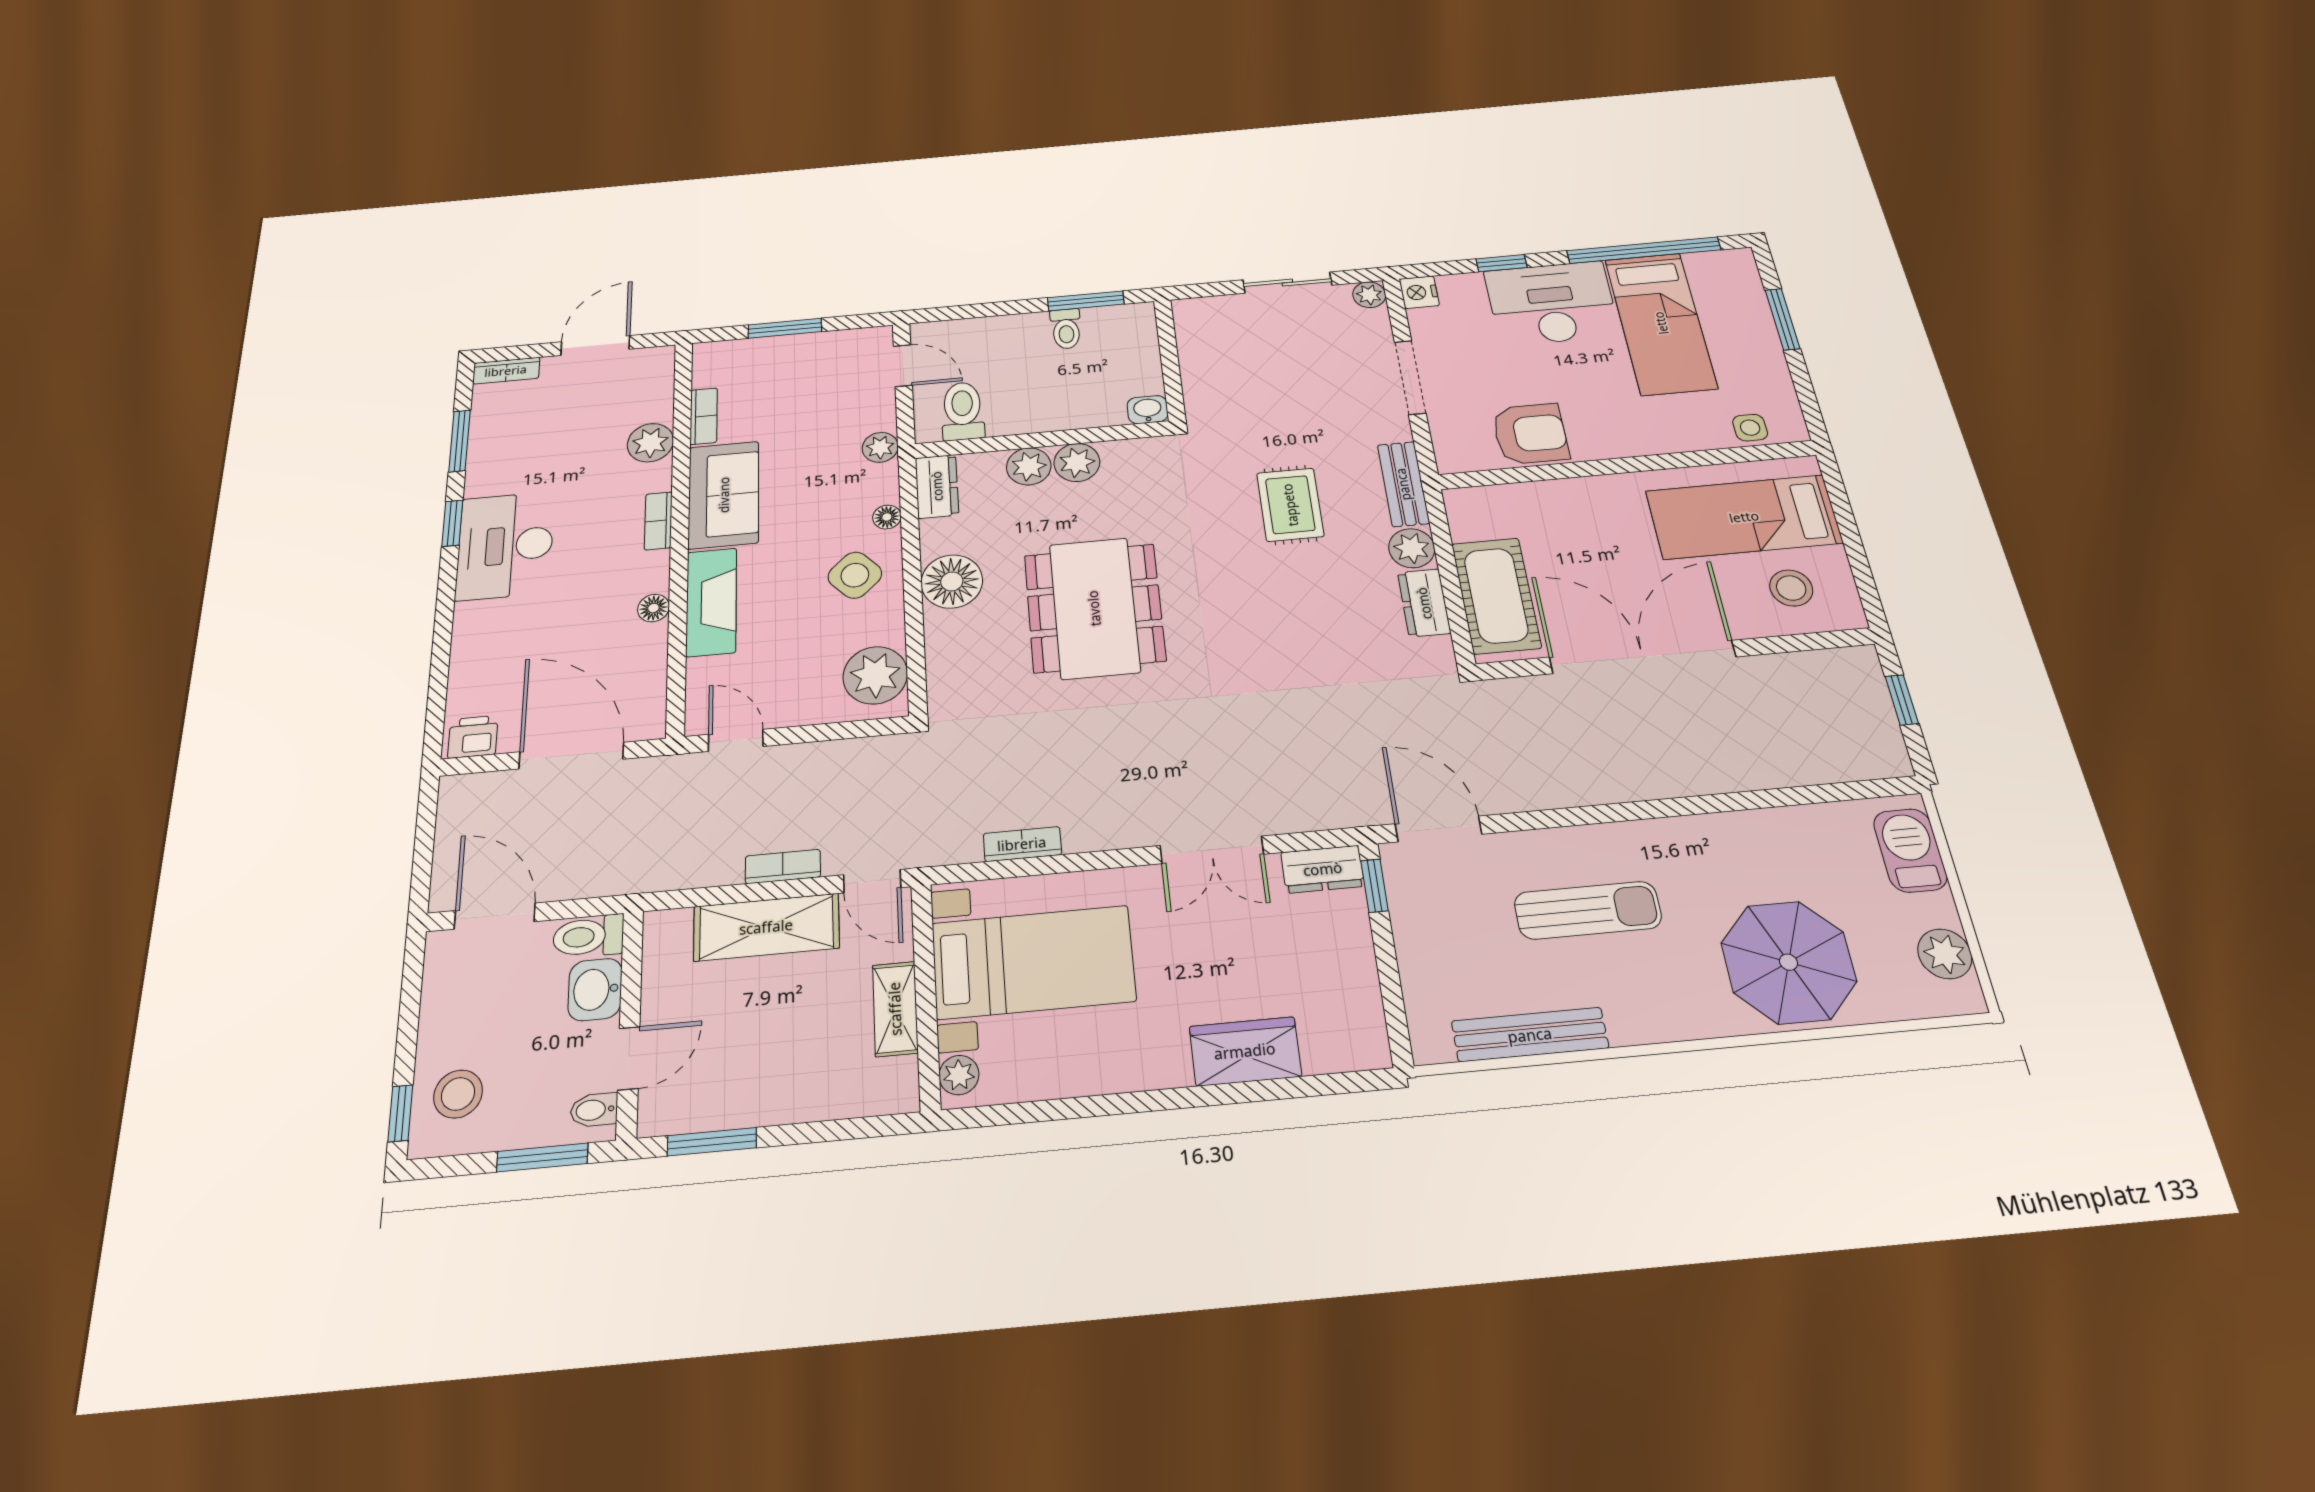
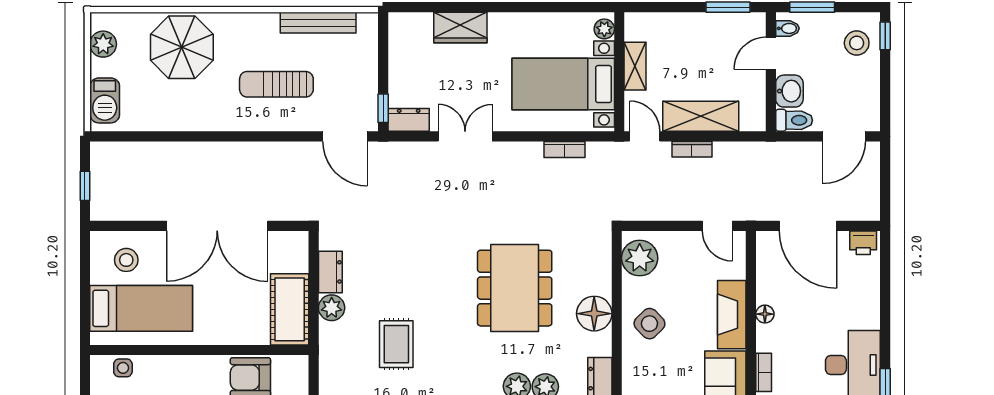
bench: (1403, 484) -> (329, 351), removed
floor lamp: (887, 517) -> (630, 361), removed
cot: (1496, 595) -> (290, 309), moved
door: (495, 916) -> (844, 136), hinge flipped

